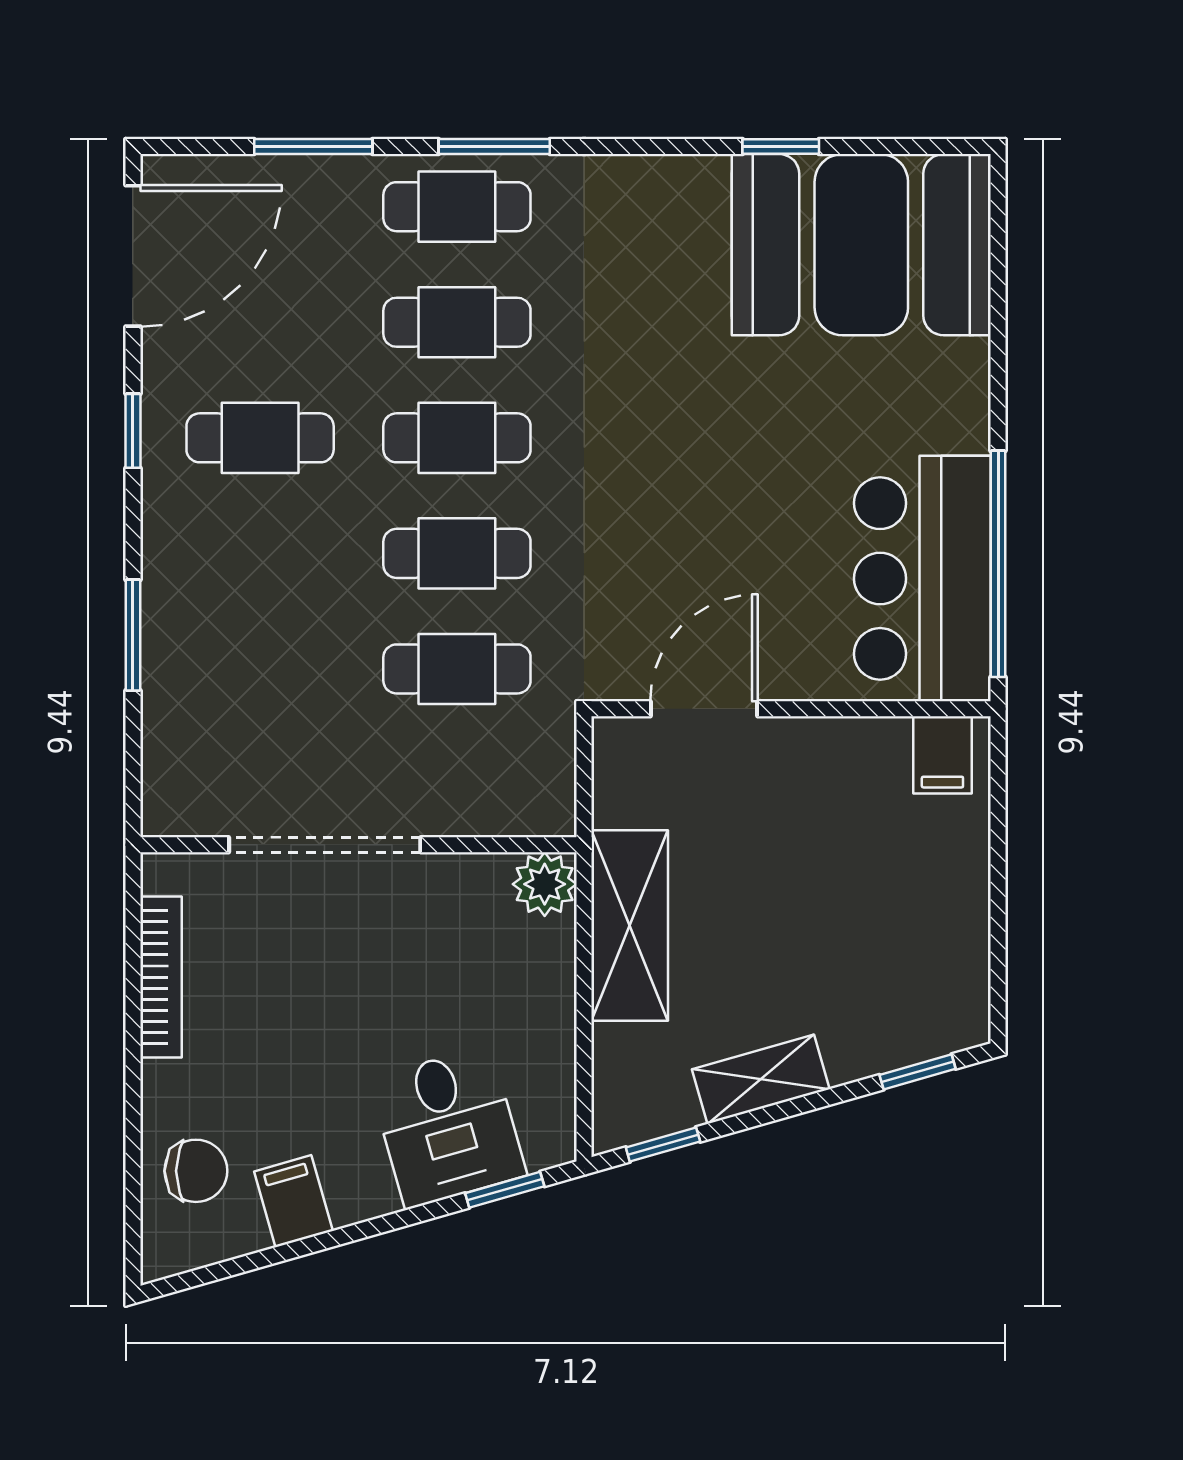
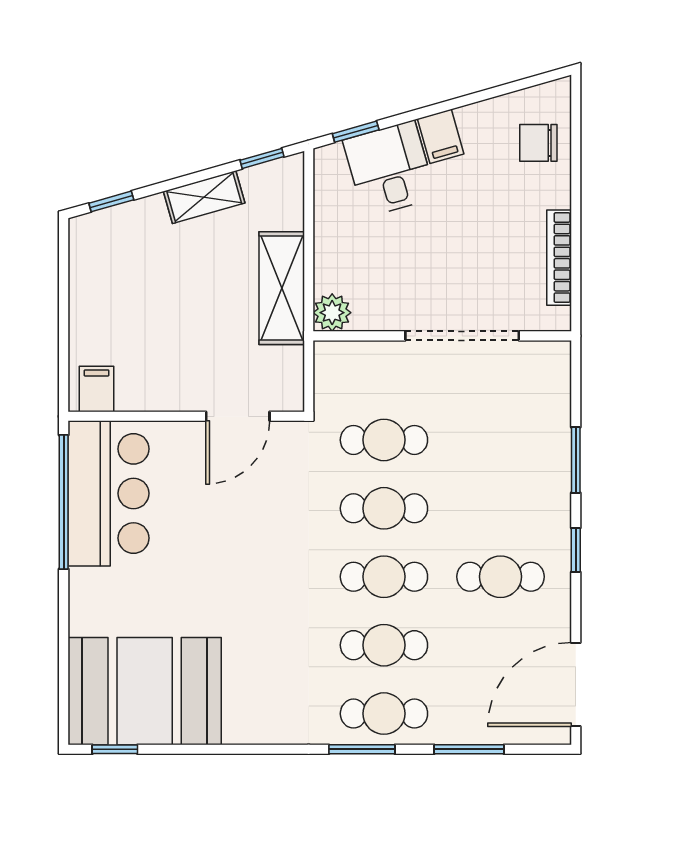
window: (781, 146) -> (115, 749), moved
window: (133, 431) -> (576, 550), moved
filing cabinet: (293, 1201) -> (441, 136), moved

